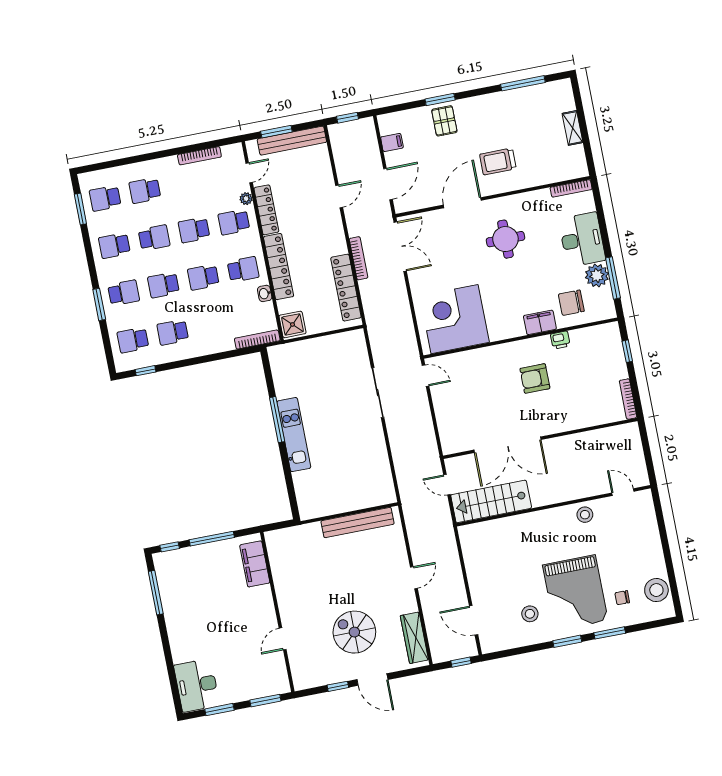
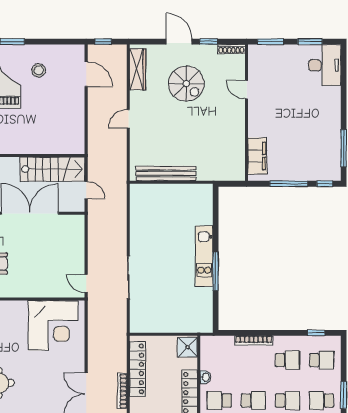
bookcase: (257, 340) -> (254, 340), moved
door: (283, 639) -> (247, 90), swing flipped
shoe rack: (310, 683) -> (231, 49), added

